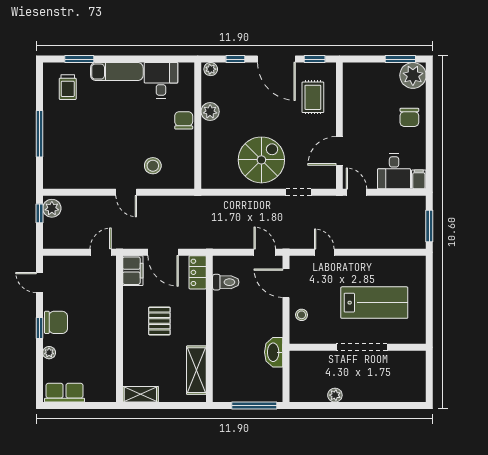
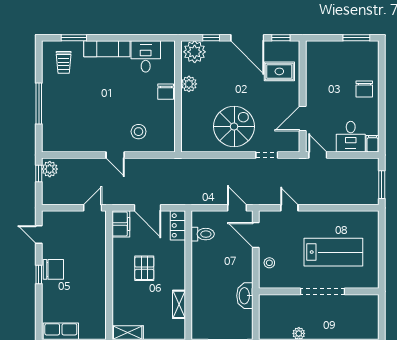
plant: (211, 69) -> (195, 52), width x1.88, depth x1.88
plant: (413, 75) -> (367, 52), removed
rug: (313, 97) -> (279, 71), turned 90
chair: (184, 120) -> (166, 92), turned 180
plant: (49, 353) -> (47, 296), removed
shelving: (196, 370) -> (179, 304), width x0.67, depth x0.75

